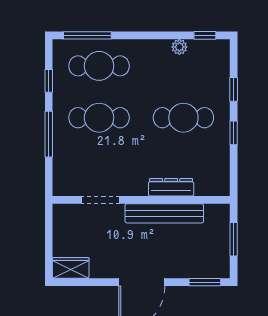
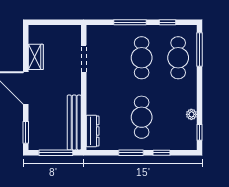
window: (234, 133) -> (131, 153), width x1.50
dresser: (171, 187) -> (93, 131), moved
bench: (164, 213) -> (74, 123), moved
window: (234, 239) -> (56, 153), width x1.44
wardrobe: (71, 268) -> (36, 57), moved

